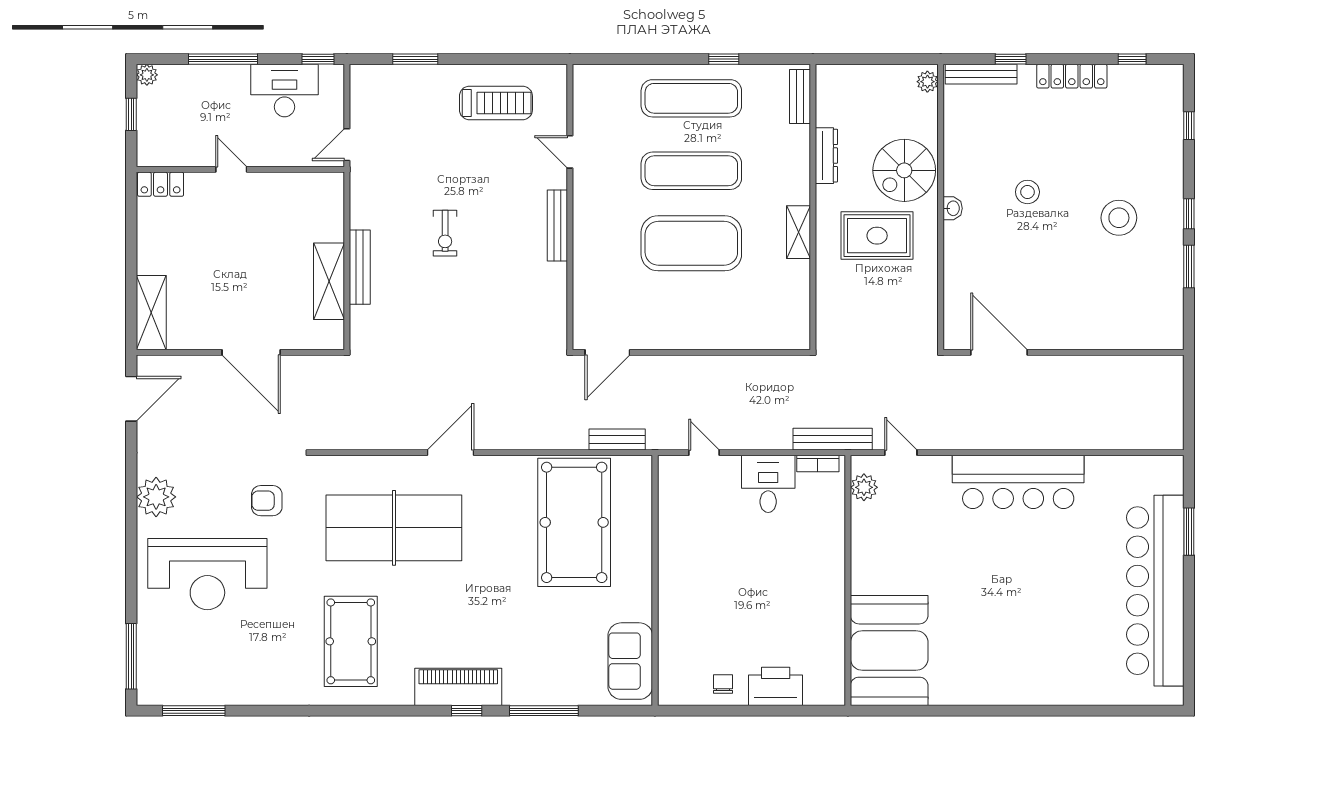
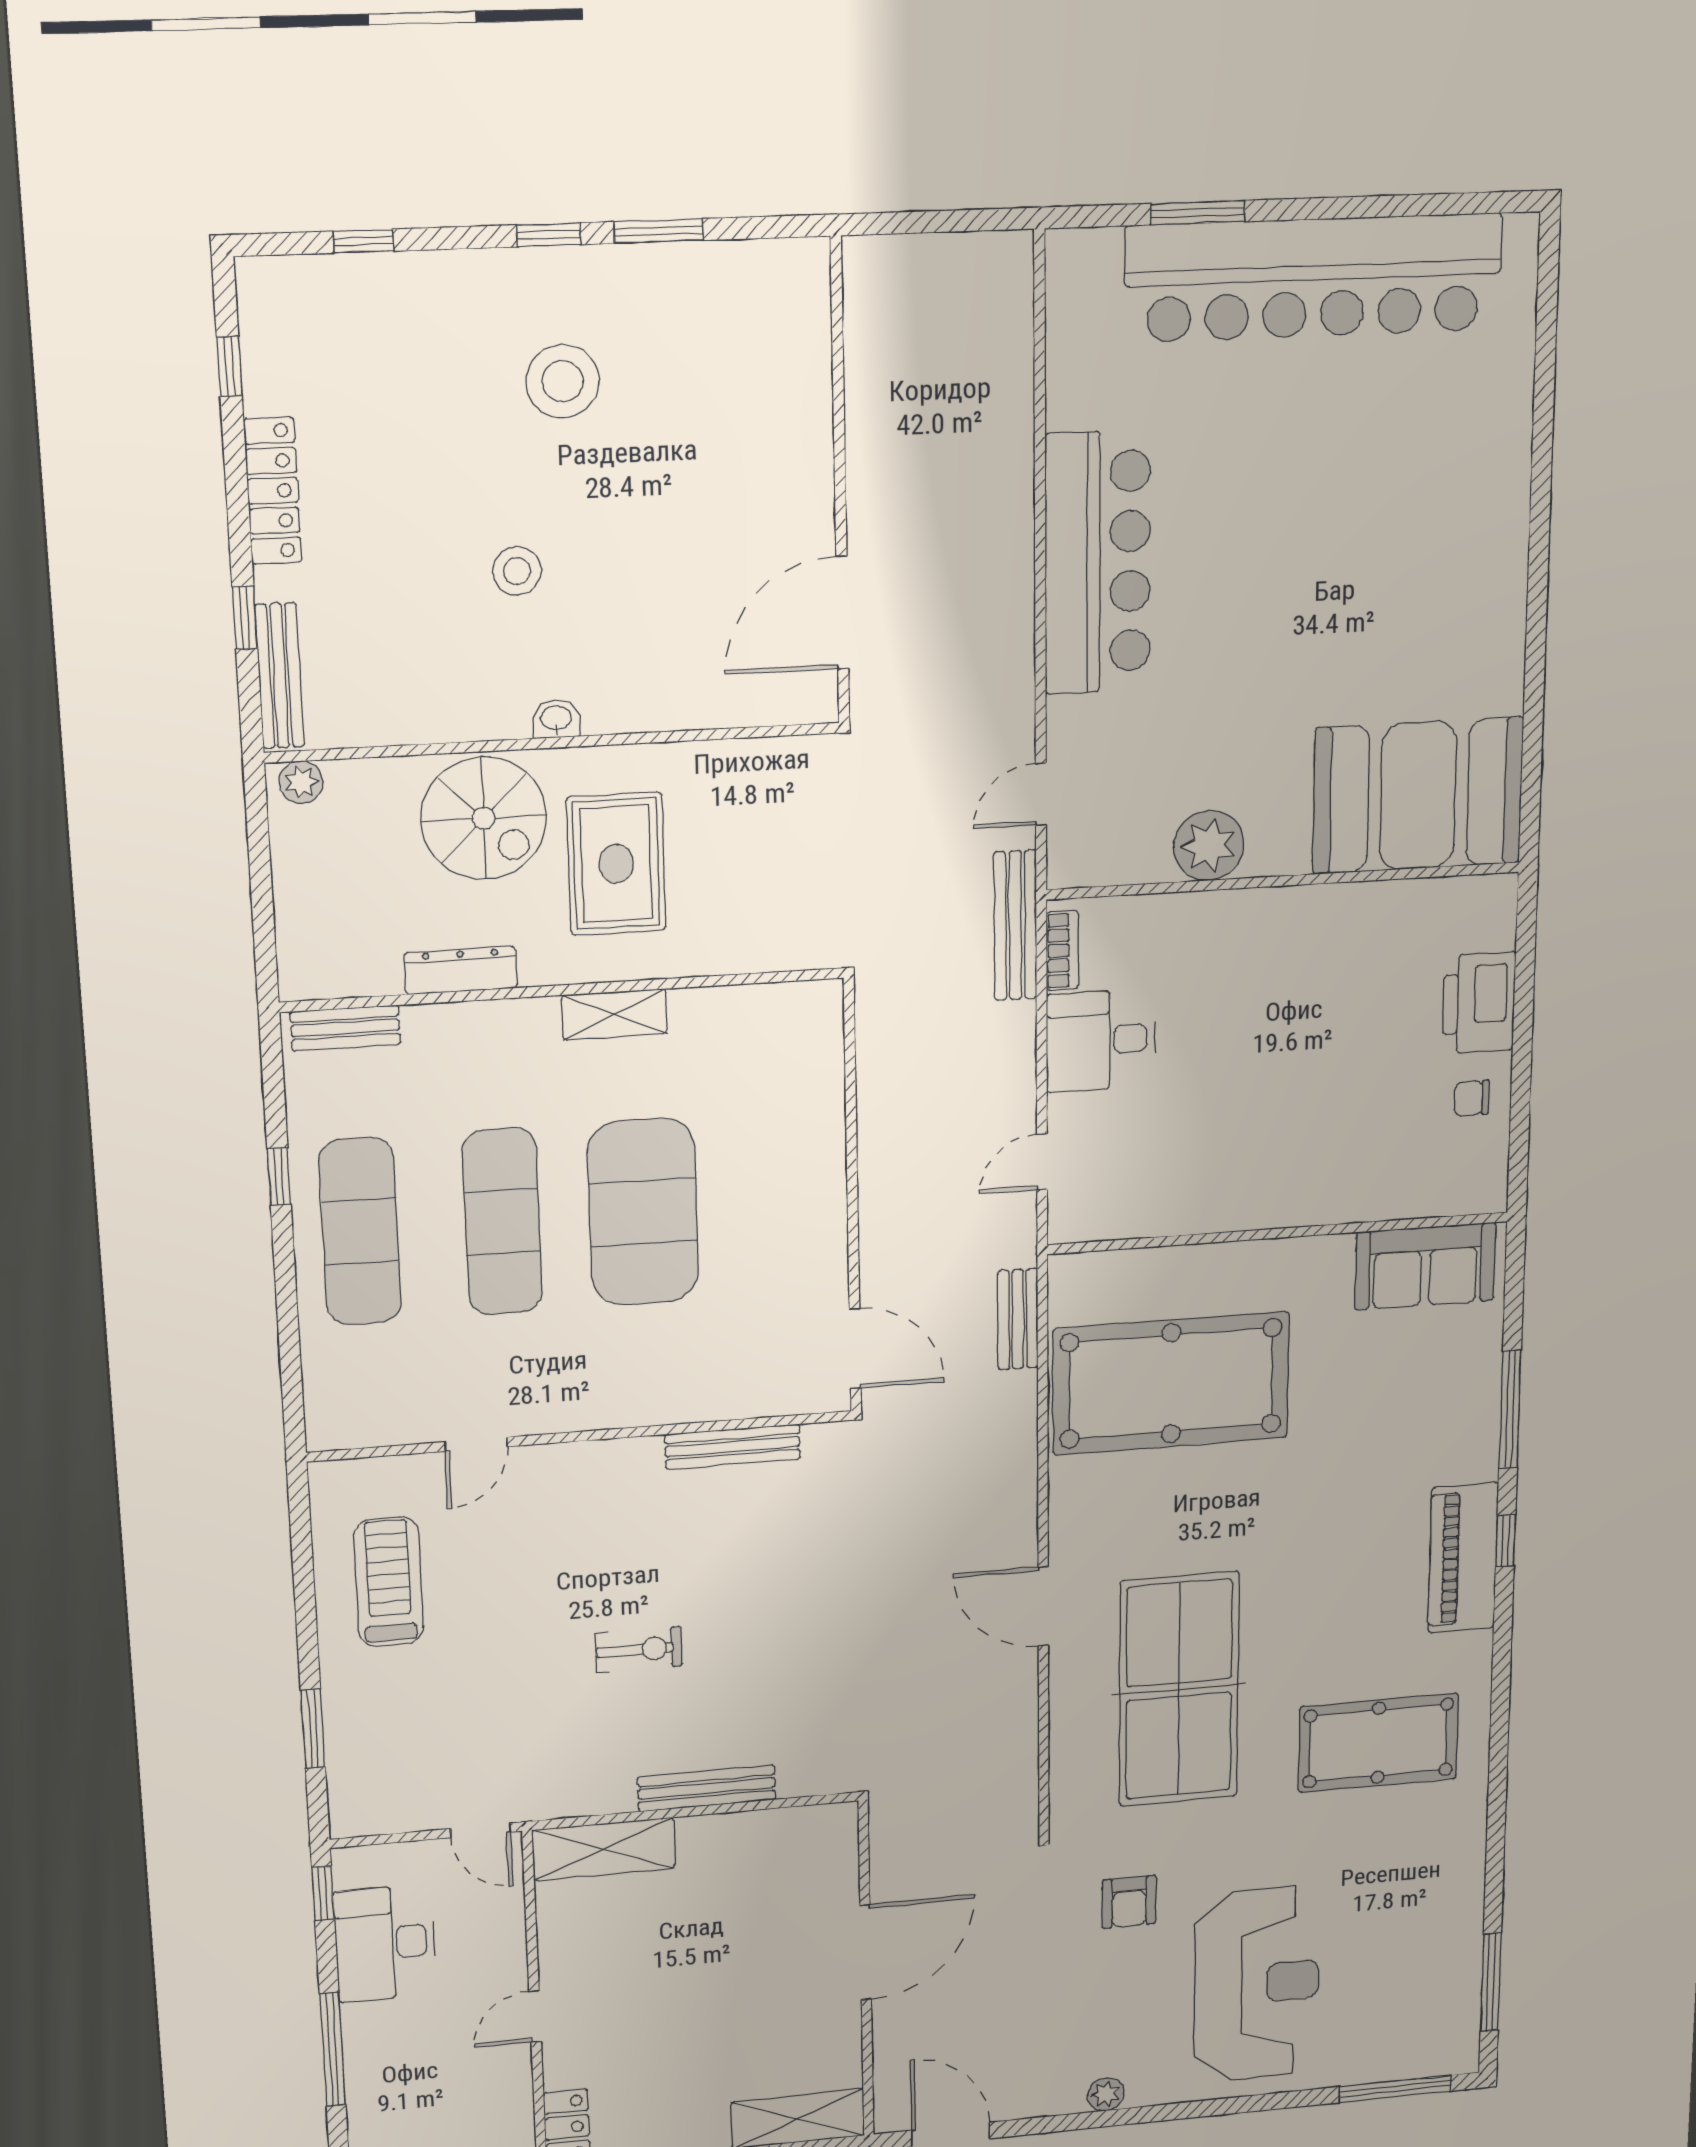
bench: (557, 225) -> (733, 1447), moved
shelving: (329, 281) -> (604, 1849), moved
plant: (864, 487) -> (1209, 846), moved, width x1.36, depth x1.36
plant: (156, 497) -> (1106, 2094), width x0.53, depth x0.53

